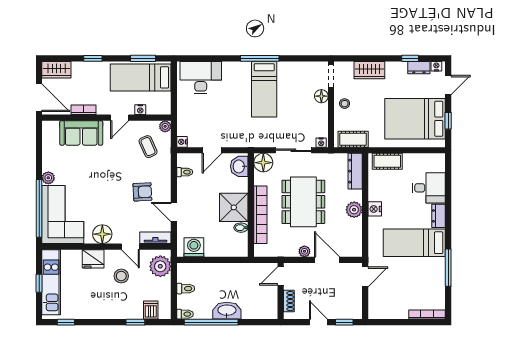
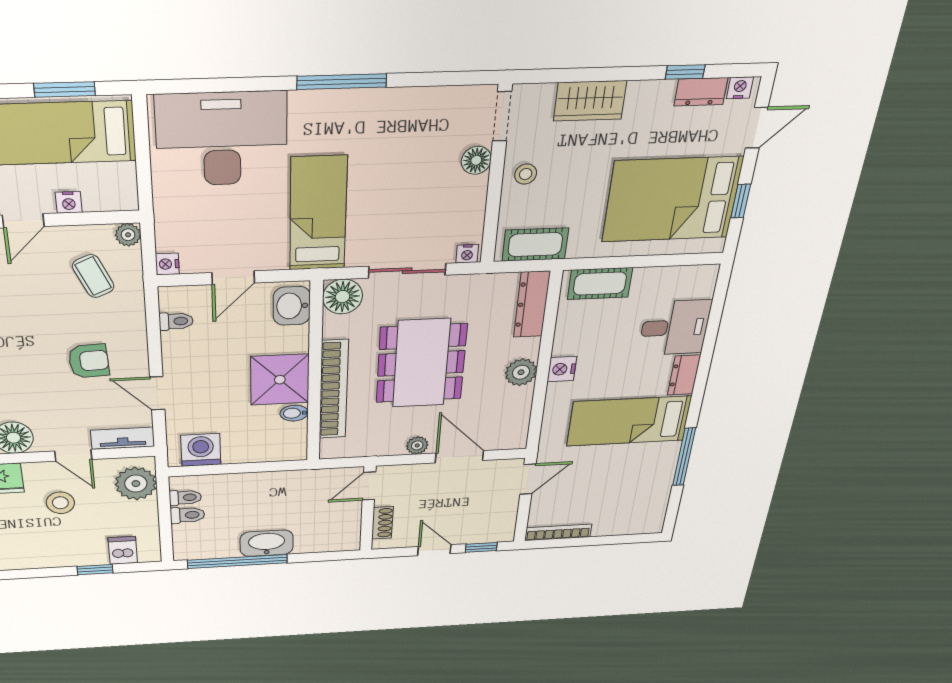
desk: (201, 78) -> (222, 139), width x1.36, depth x1.30
bed: (264, 89) -> (318, 214), moved, turned 180
toilet: (185, 314) -> (185, 498), moved
bookcase: (427, 315) -> (558, 532), moved

